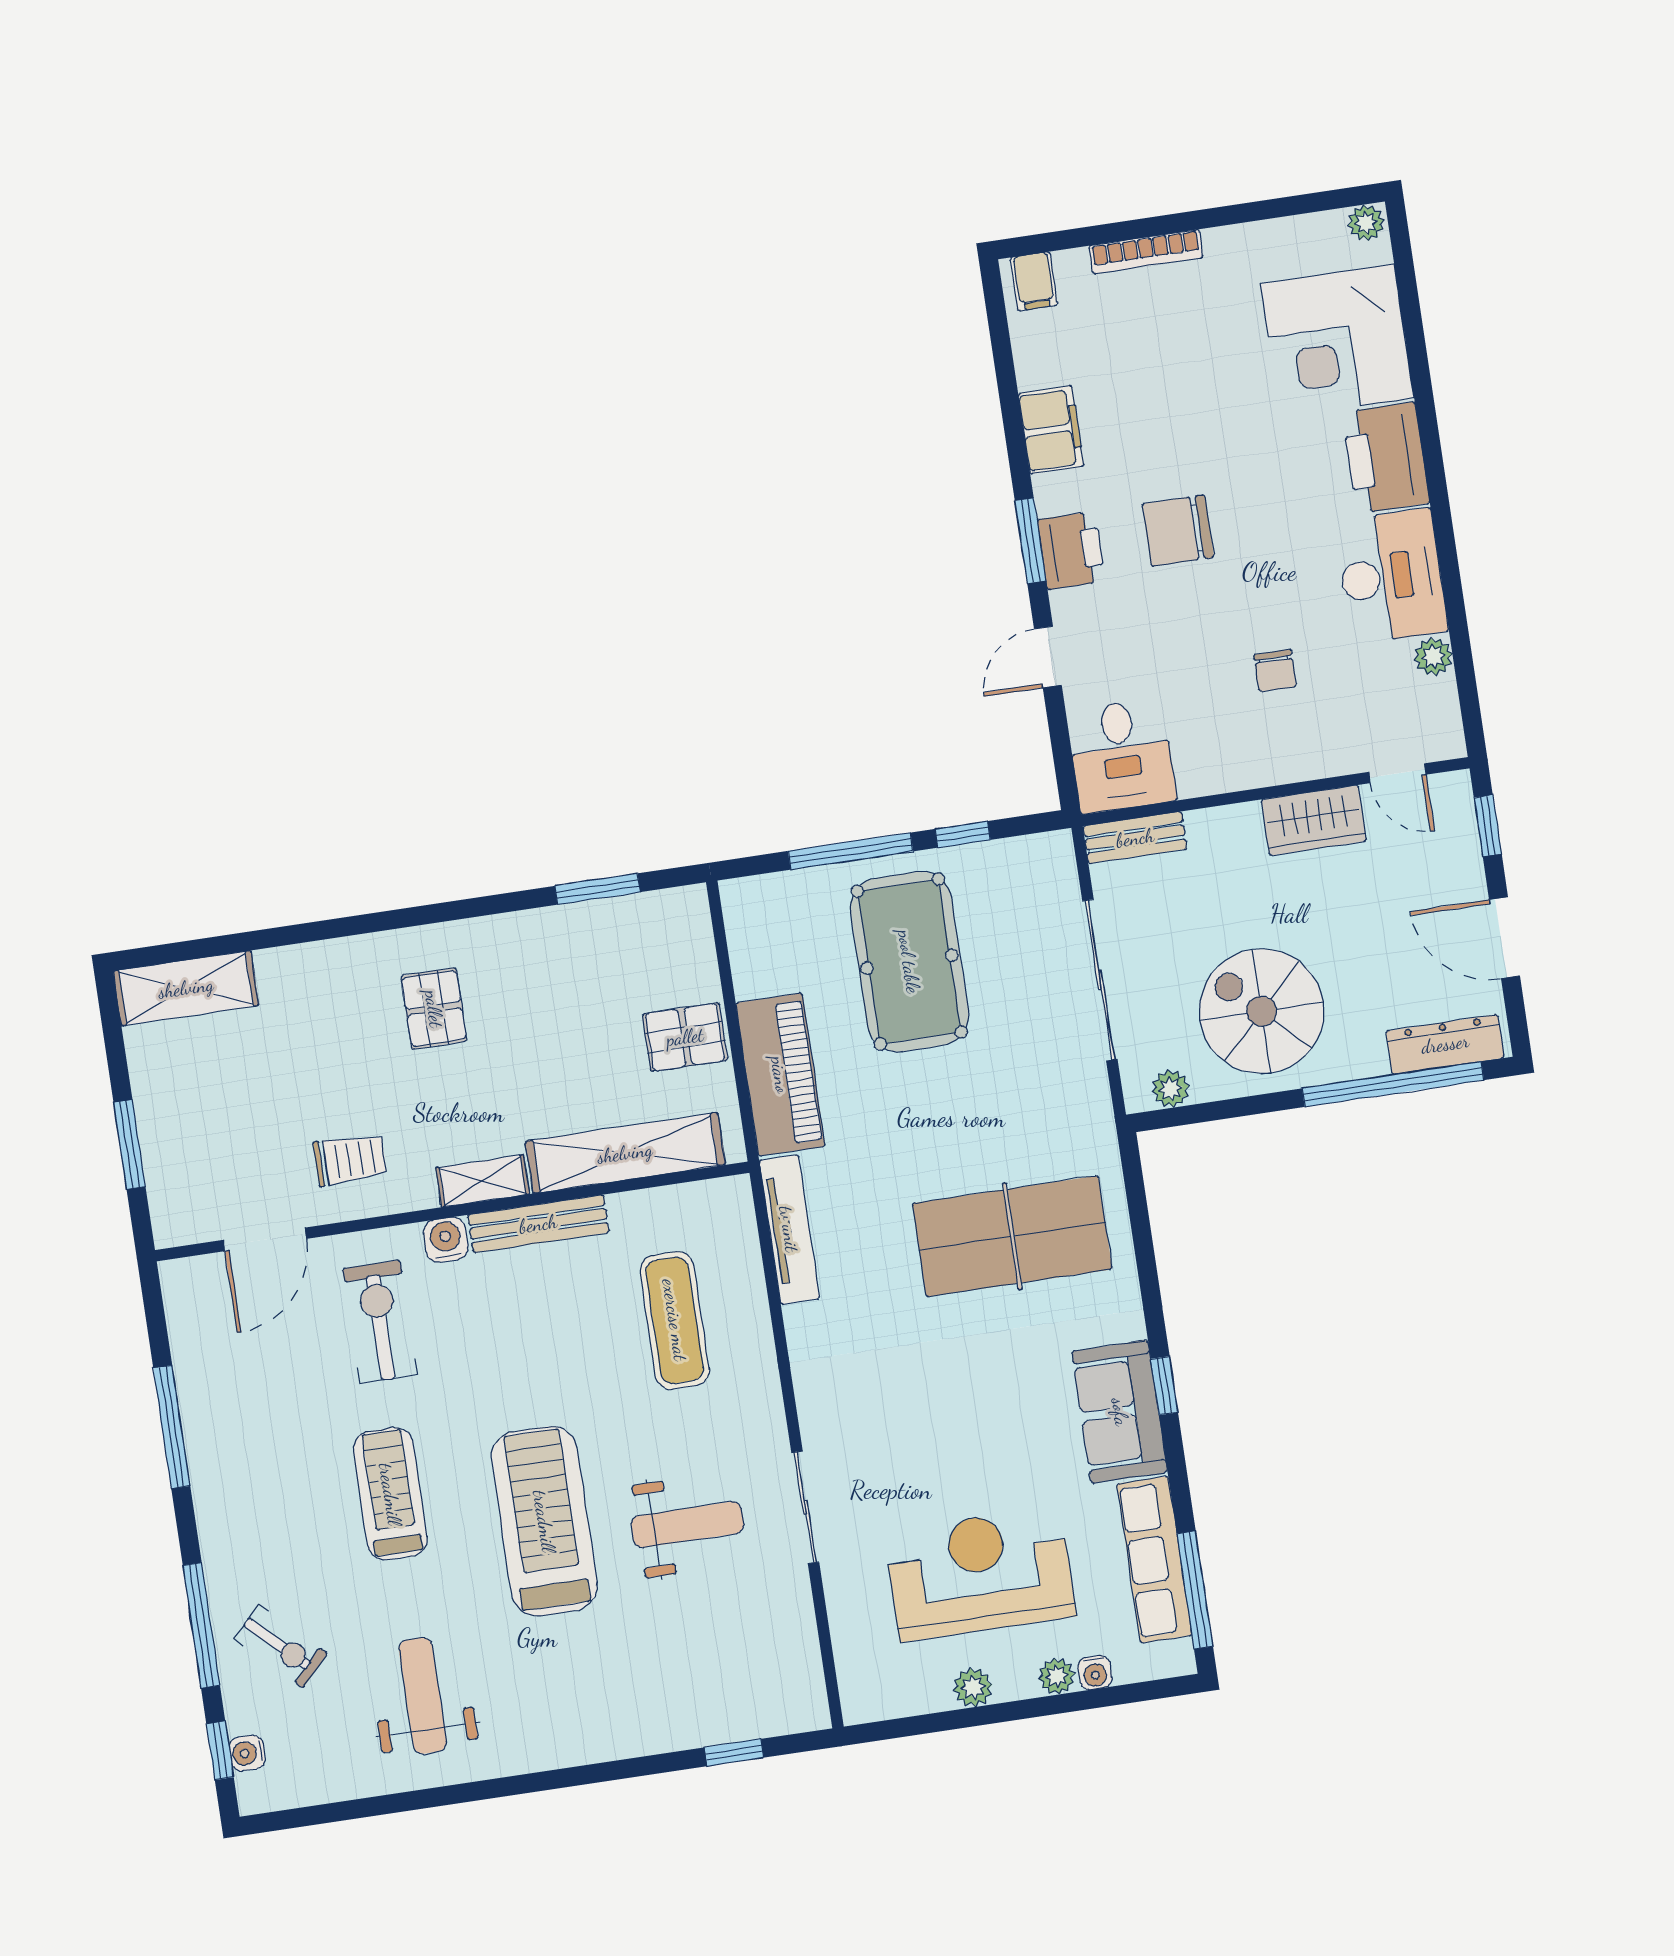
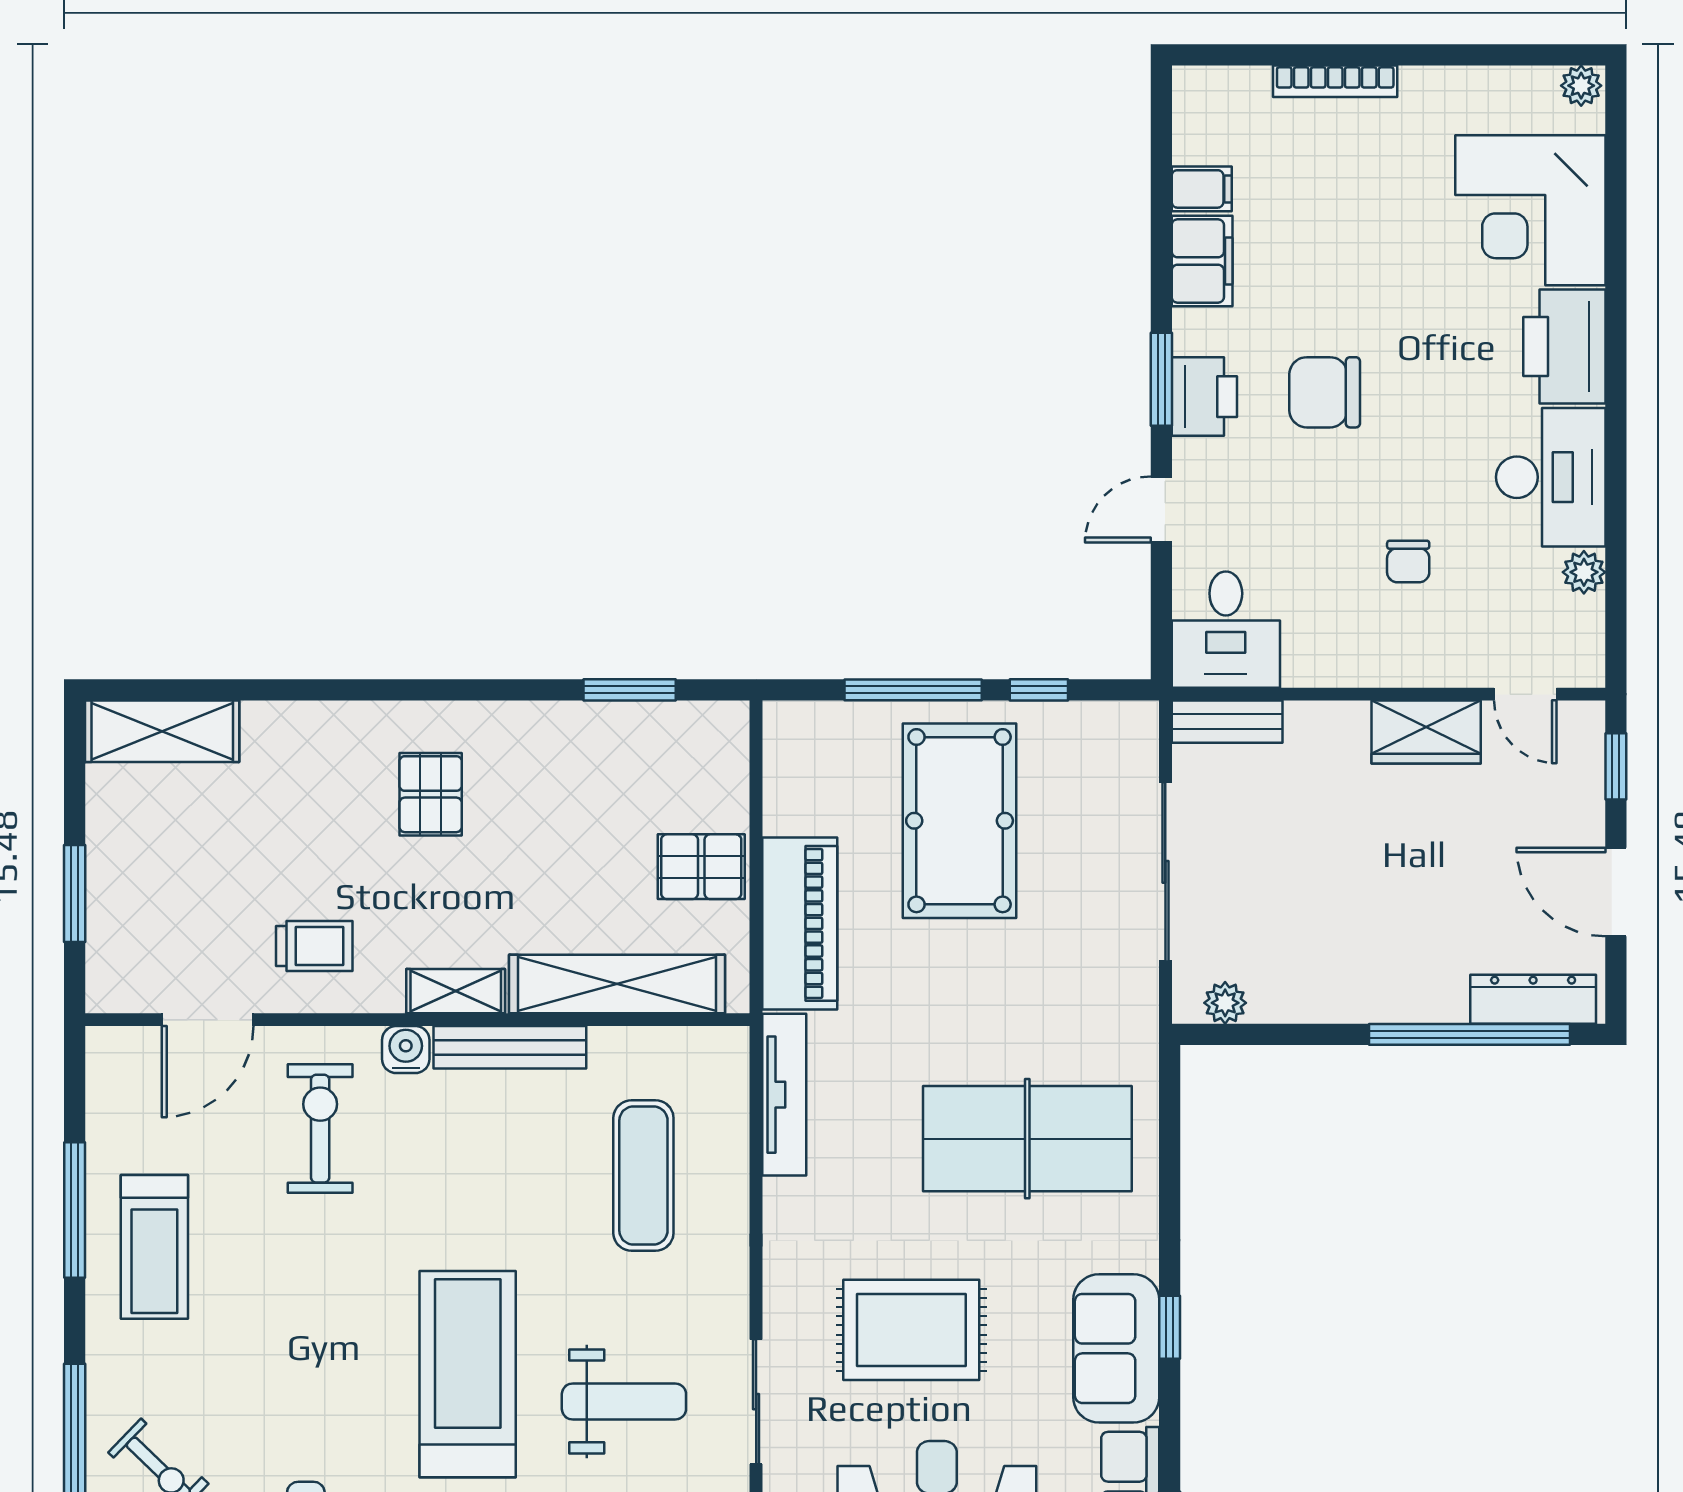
filing cabinet: (1034, 281) -> (1202, 189), moved, turned -90
spiral stairs: (1262, 1011) -> (1338, 933), removed
rug: (934, 1423) -> (911, 1330), added
treadmill: (390, 1494) -> (154, 1247), moved, turned 180

